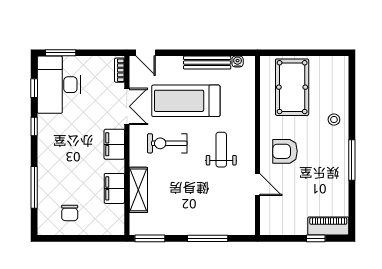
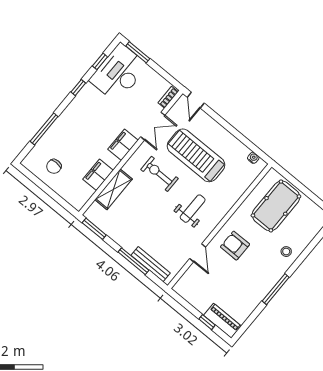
bench: (207, 63) -> (151, 264), moved

